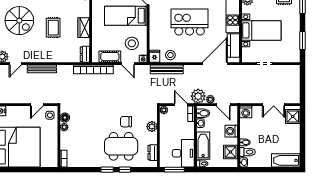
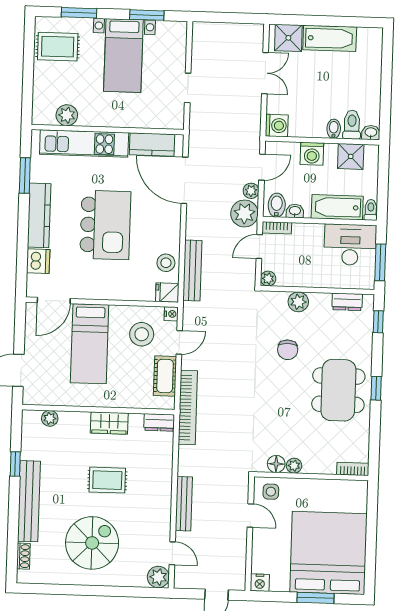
kitchen island: (190, 22) -> (105, 225), turned 180
bed with nightstands: (261, 30) -> (123, 56), moved, turned 180
dining table: (121, 146) -> (338, 390), moved
bathtub: (286, 160) -> (330, 38), moved, turned -90
window: (125, 170) -> (378, 322), moved

